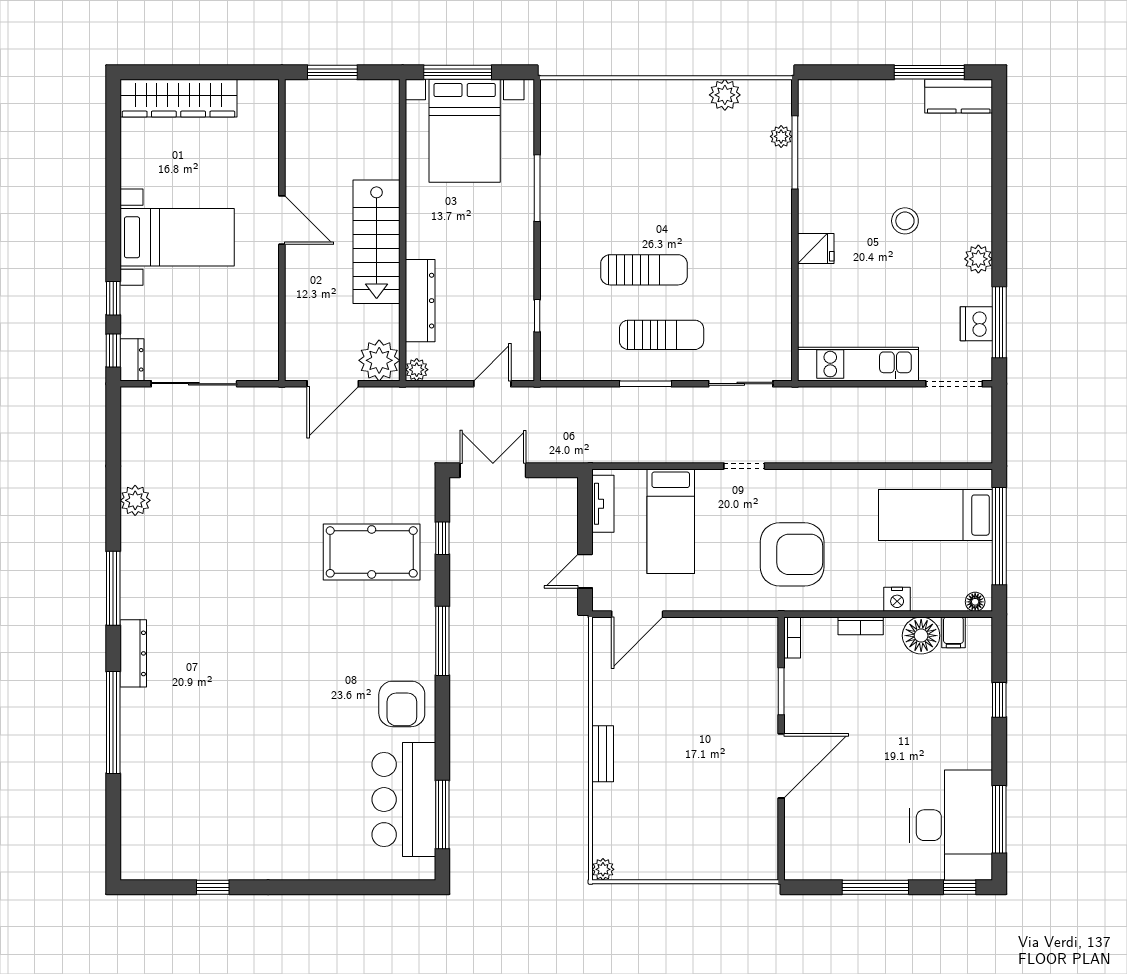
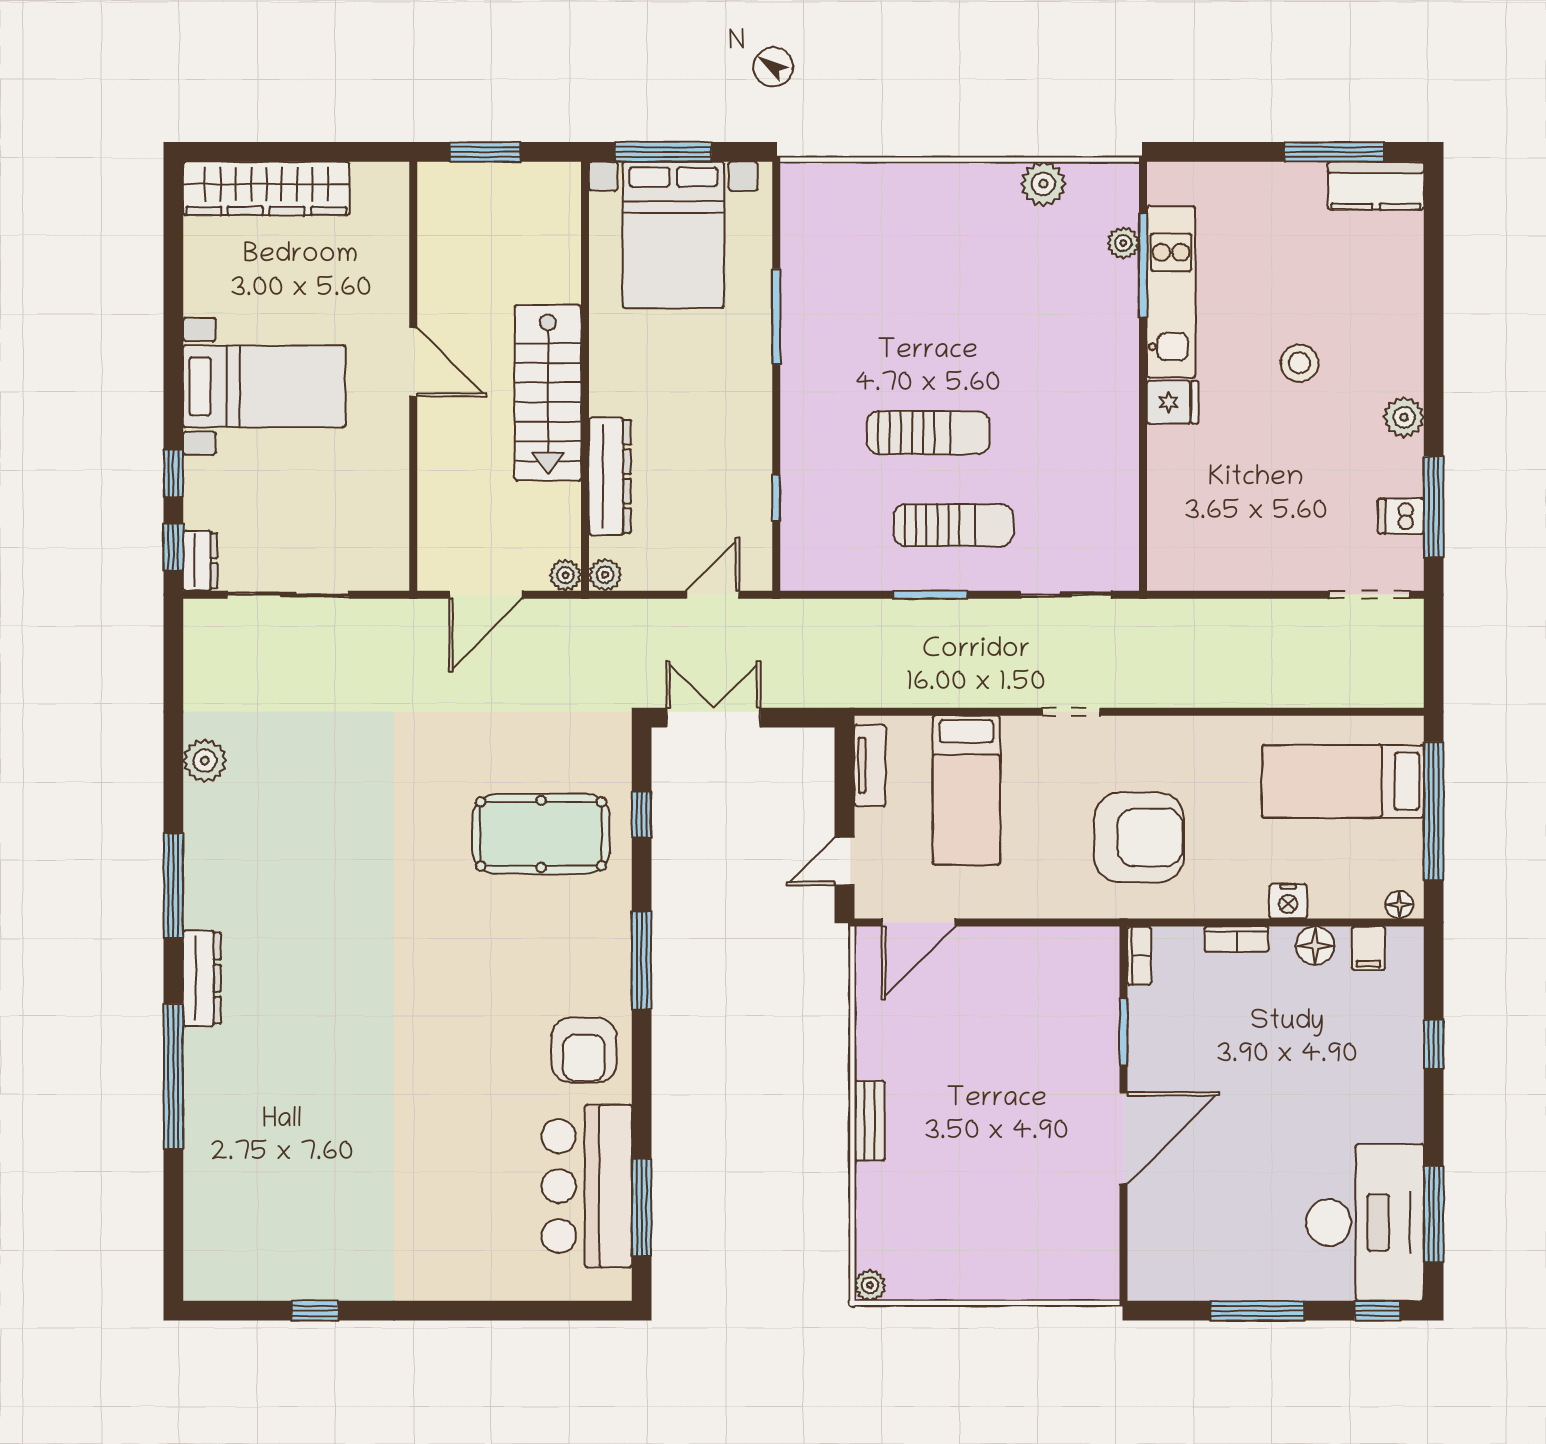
dishwasher: (976, 324) -> (1401, 516), width x0.73
plant: (379, 360) -> (565, 575), width x0.53, depth x0.53
kitchen unit: (858, 364) -> (1171, 292), moved, turned 90
floor lamp: (921, 636) -> (1315, 946), width x0.73, depth x0.73

